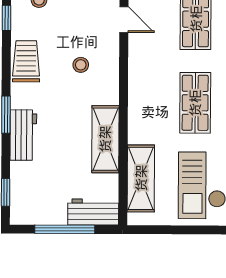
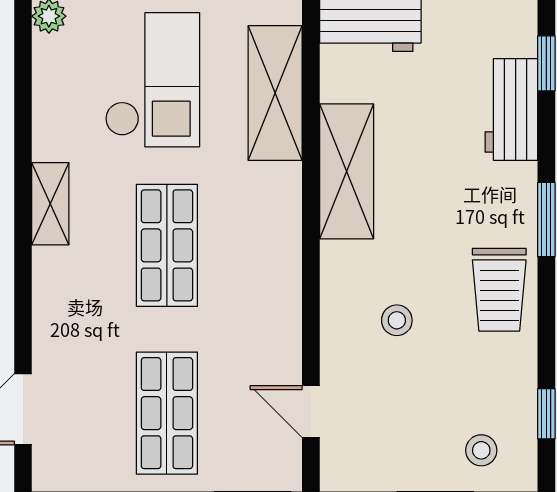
trolley: (26, 61) -> (499, 290), moved
workbench: (23, 135) -> (511, 109), moved

